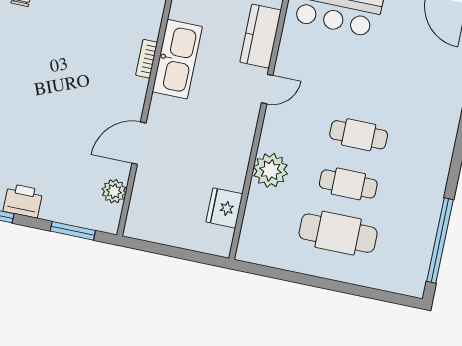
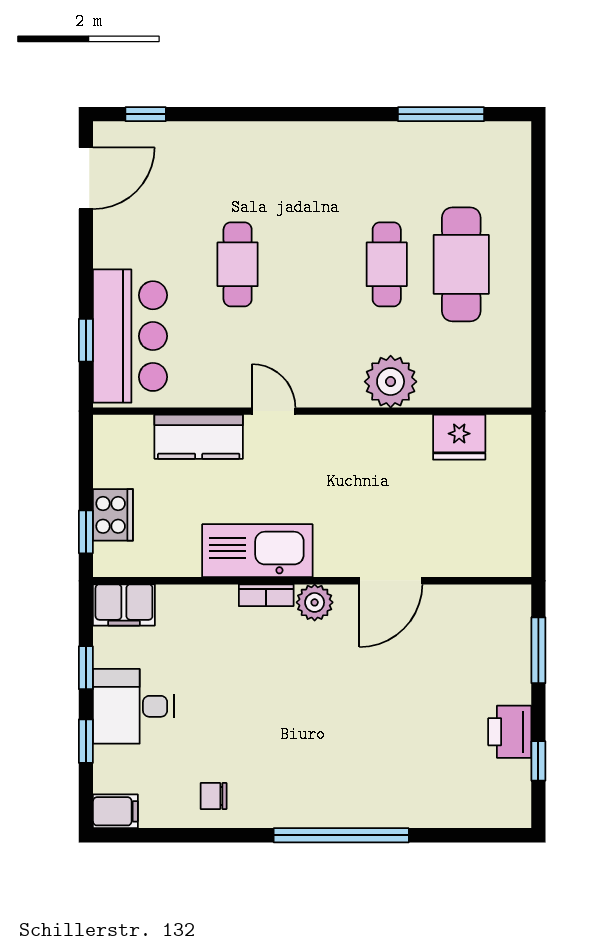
cafe table: (359, 135) -> (238, 264), moved
door: (139, 143) -> (391, 581), hinge flipped
plant: (114, 191) -> (315, 602), moved
window: (440, 240) -> (441, 114), width x0.68

